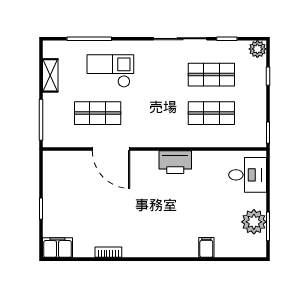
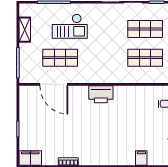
checkout: (110, 71) -> (70, 26), turned 180
door: (111, 149) -> (54, 84), moved
printer: (175, 162) -> (101, 94), moved

